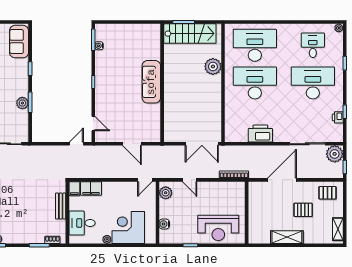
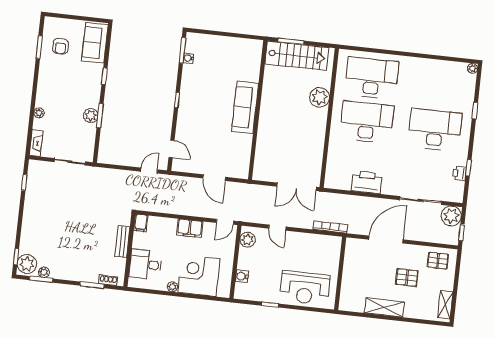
desk: (313, 45) -> (440, 85), removed
filing cabinet: (91, 188) -> (190, 228), moved

